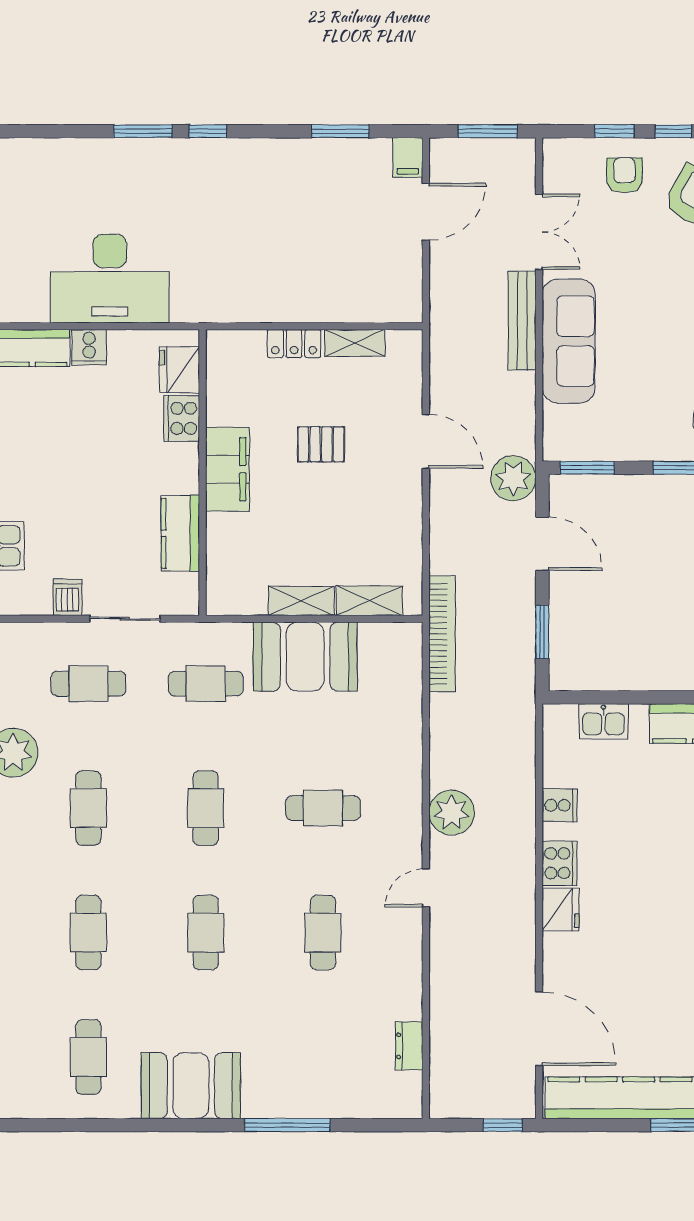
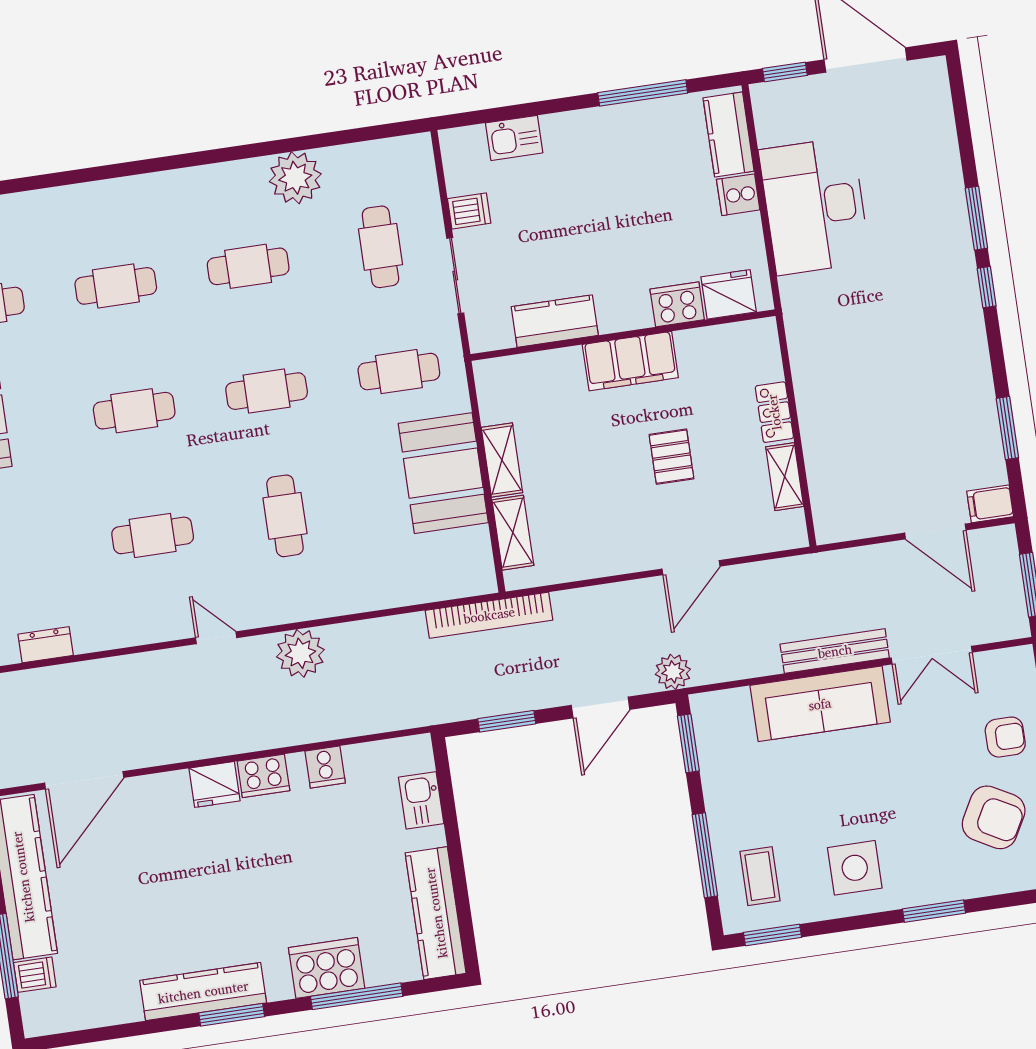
plant: (513, 478) -> (673, 672), width x0.73, depth x0.73
cafe table: (206, 684) -> (399, 372), turned 90

